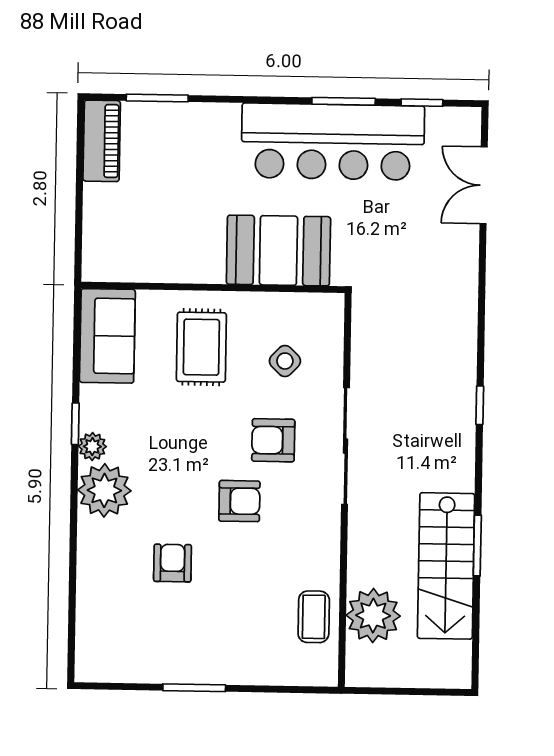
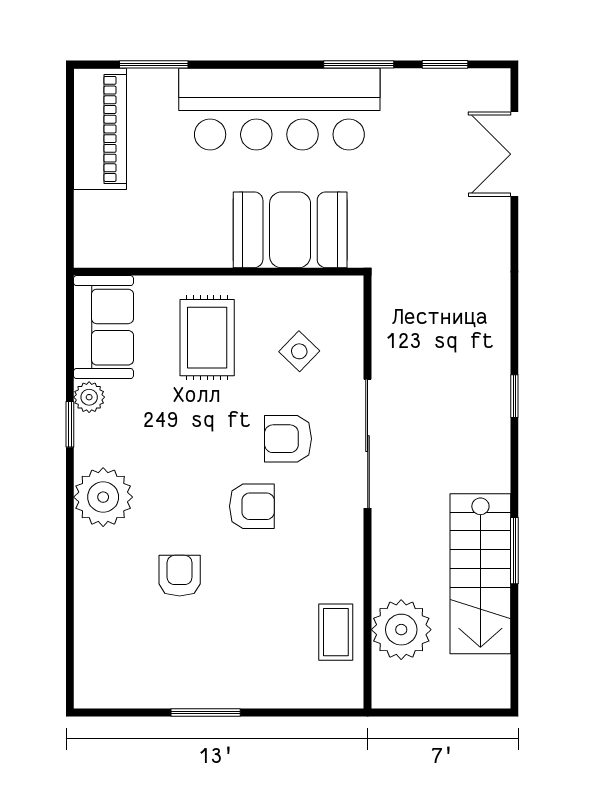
piano: (102, 141) -> (100, 129), width x1.37, depth x1.33
bar counter: (333, 142) -> (279, 109), moved
plant: (92, 446) -> (89, 397), moved

